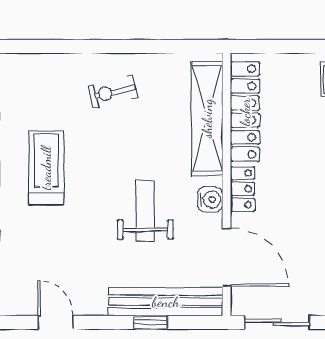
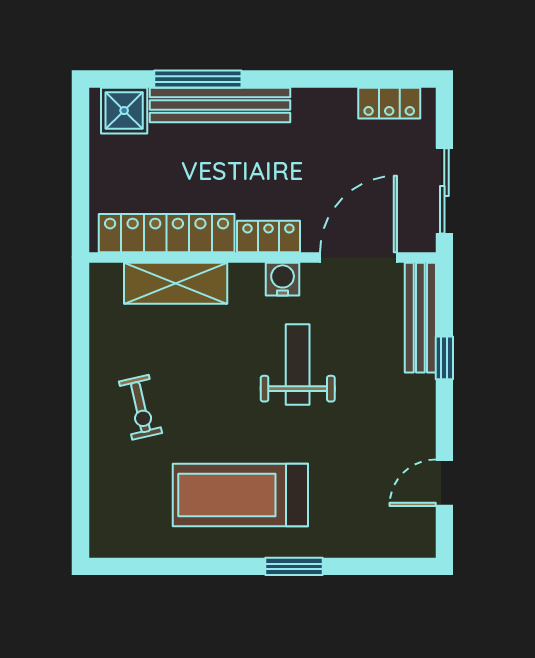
shelving: (207, 118) -> (176, 283), width x0.68
treadmill: (46, 168) -> (240, 495), width x1.37, depth x1.38
weight bench: (145, 211) -> (298, 364), turned 90
bench: (166, 302) -> (420, 318), width x0.73, depth x0.82

